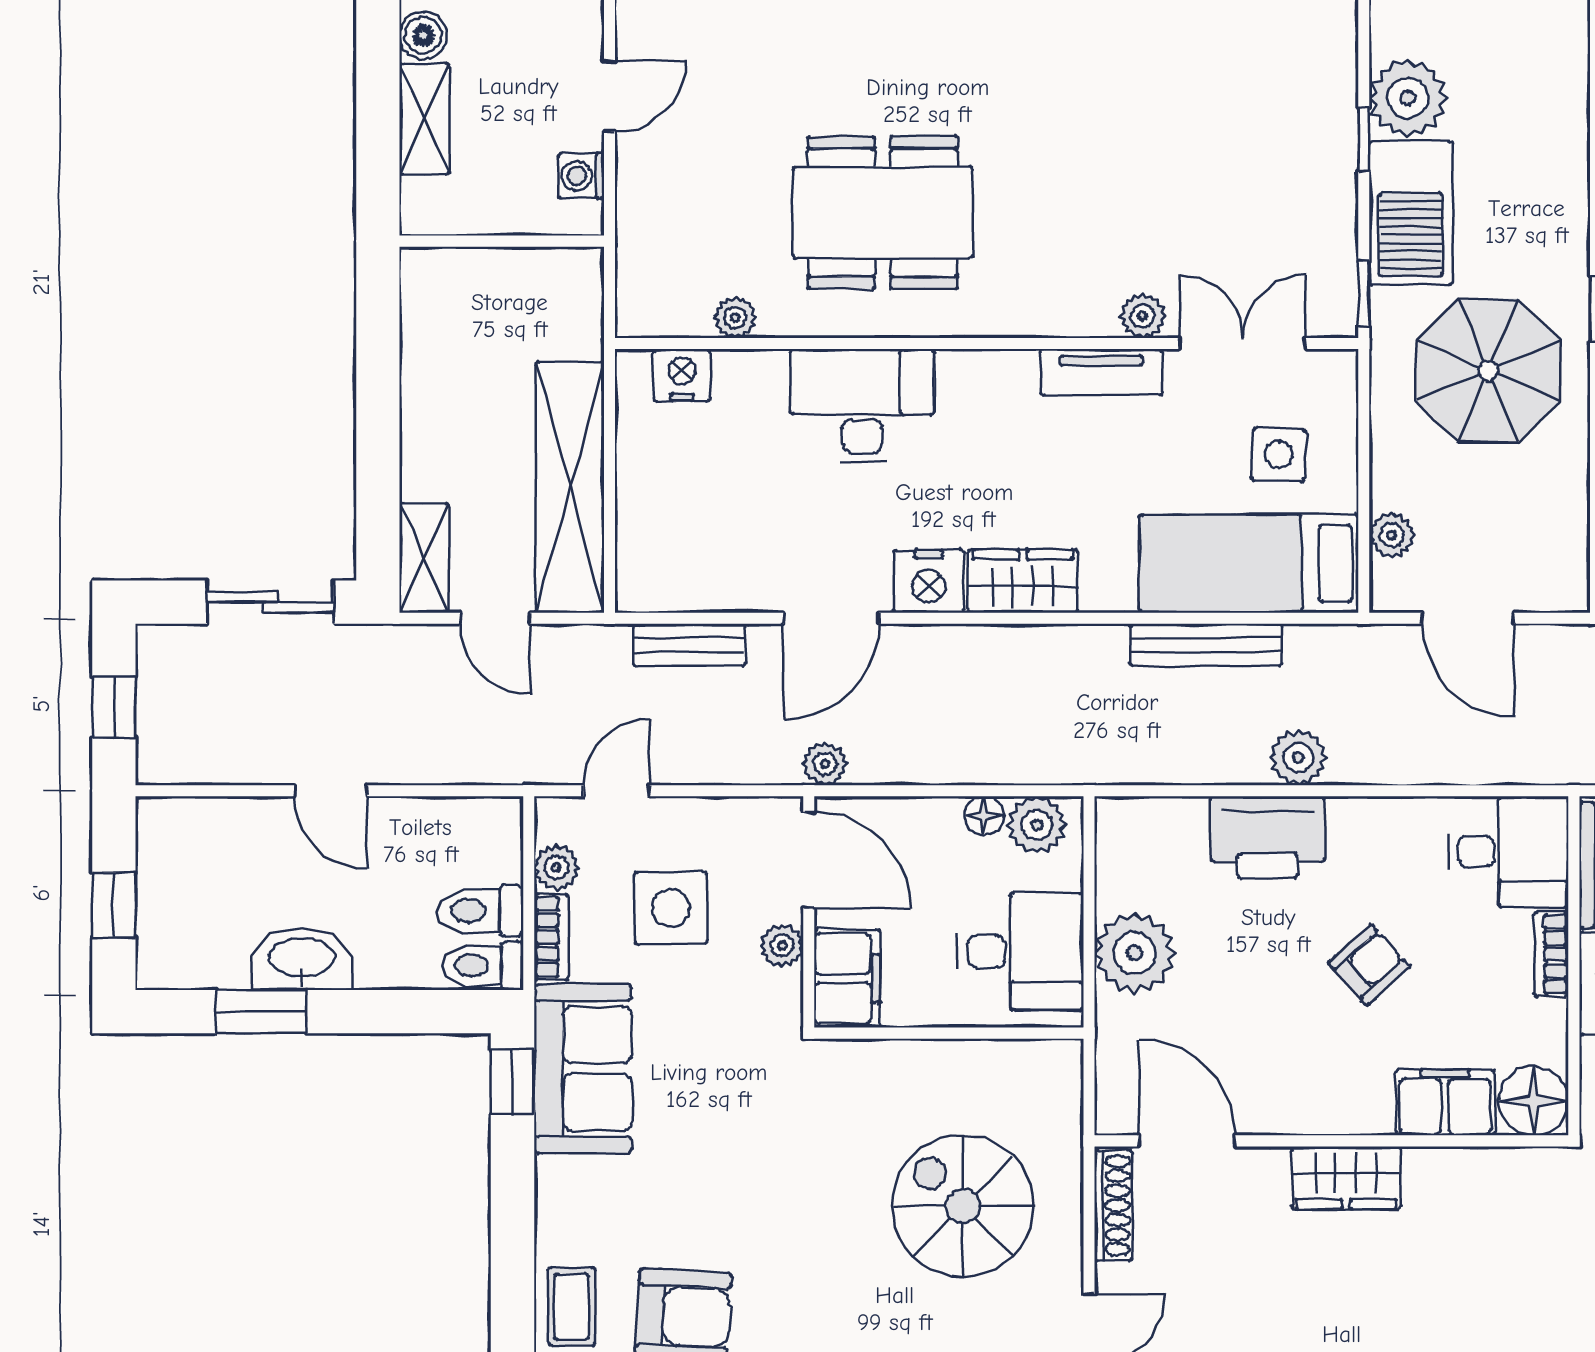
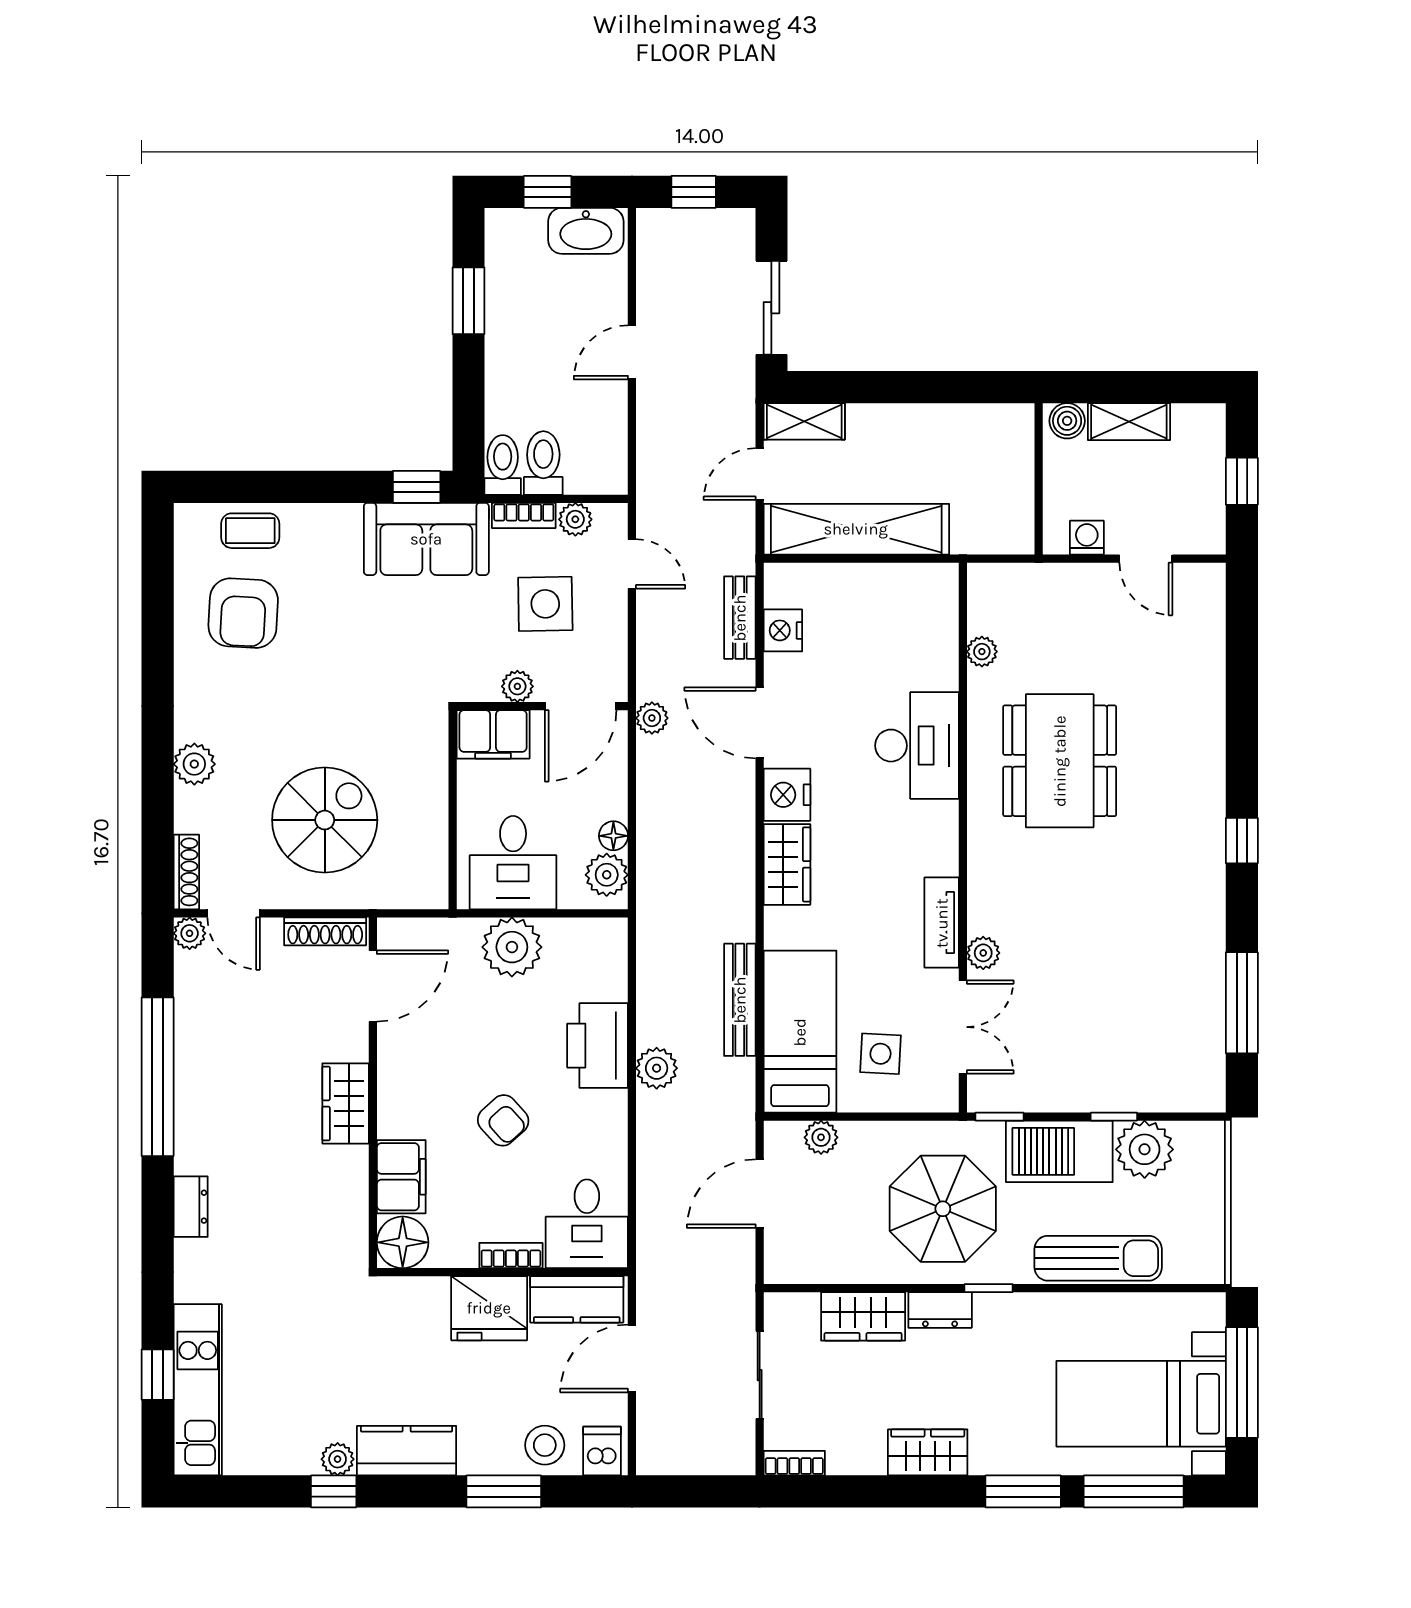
boiler: (423, 35) -> (1067, 421), moved
sun lounger: (1555, 161) -> (1098, 1258), added
nightstand: (682, 375) -> (783, 630), moved, turned 180
washbasin: (302, 959) -> (586, 231), moved, turned 90

